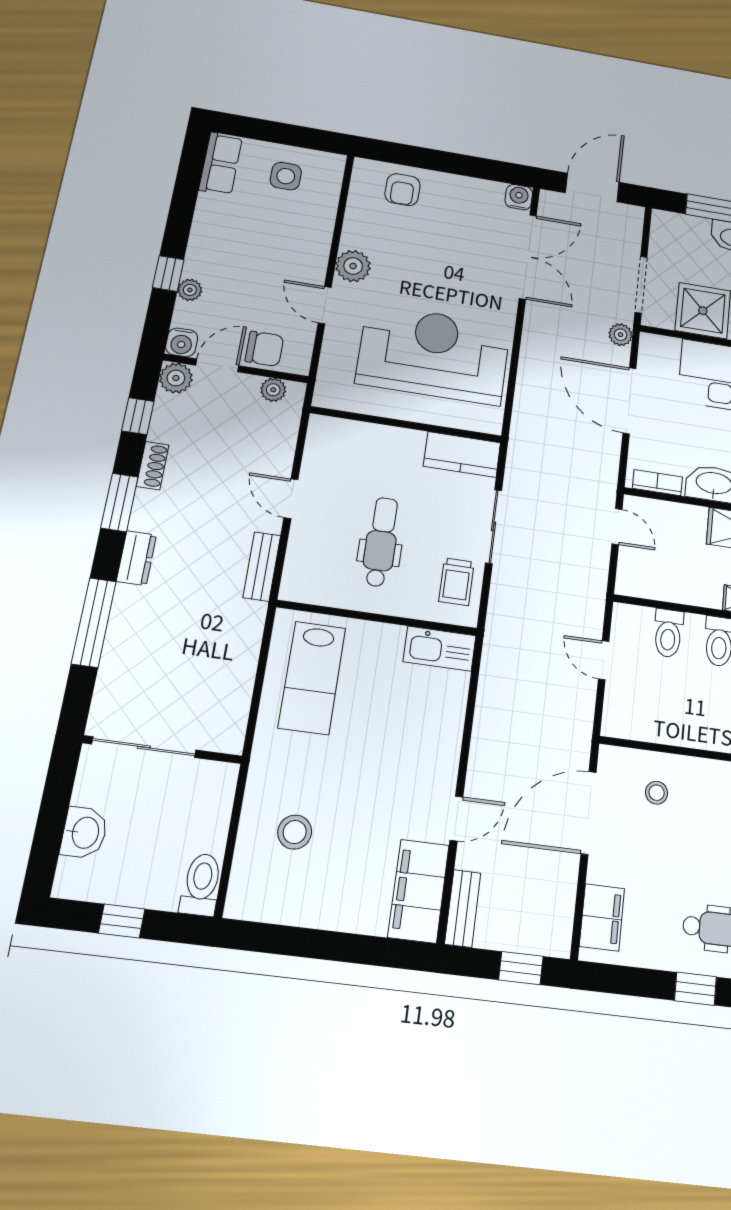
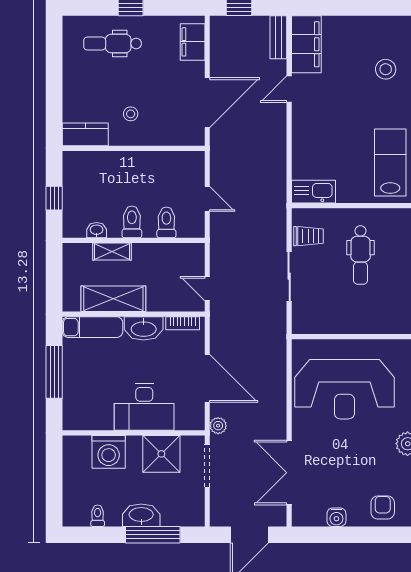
water cooler: (519, 197) -> (336, 517), moved
kitchen counter: (462, 454) -> (316, 322), removed
trolley: (456, 582) -> (309, 236), turned 90
stool: (657, 793) -> (131, 114), moved

